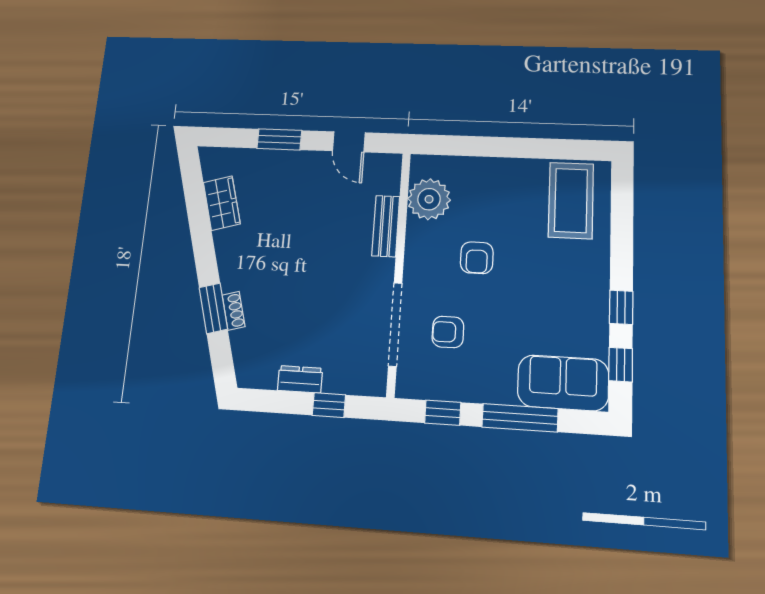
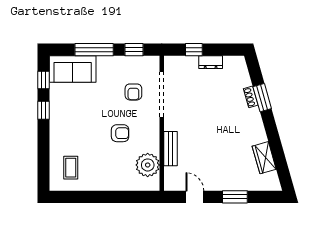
coffee table: (571, 200) -> (71, 168), width x0.54, depth x0.58
armchair: (477, 258) -> (120, 133), turned 90
armchair: (448, 332) -> (133, 92), turned 90

